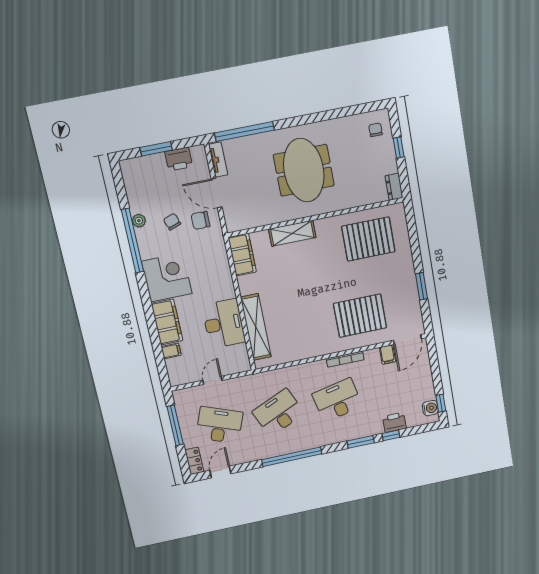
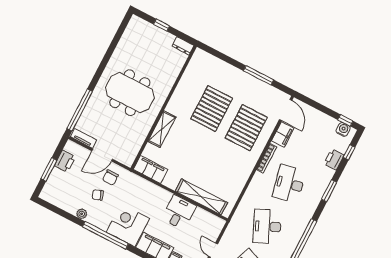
chair: (376, 130) -> (140, 31), removed
pallet: (368, 239) -> (212, 109), moved
window: (132, 241) -> (105, 235), moved
window: (422, 286) -> (259, 75), width x1.44
desk: (224, 324) -> (179, 212), width x0.73
filing cabinet: (387, 355) -> (283, 135), width x2.00
window: (391, 435) -> (349, 152), moved

